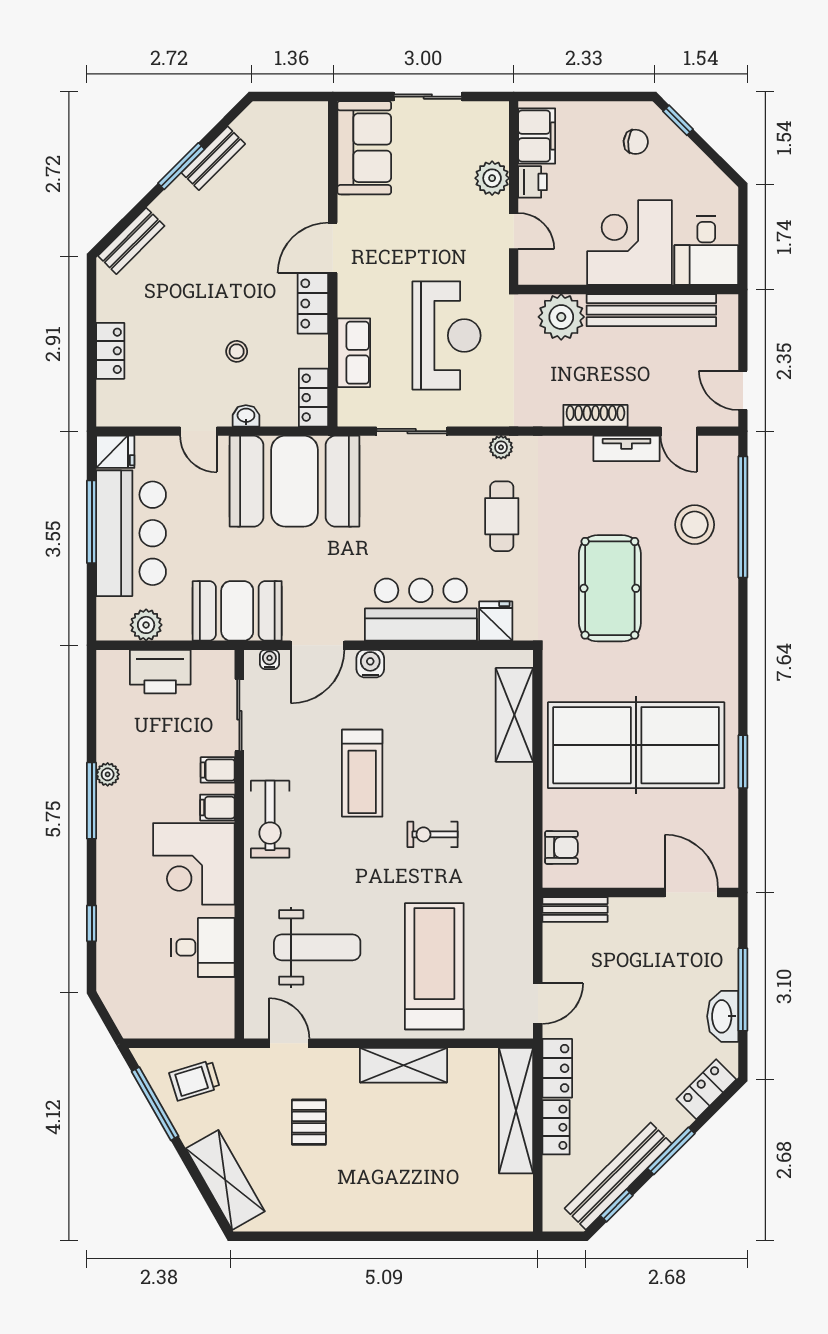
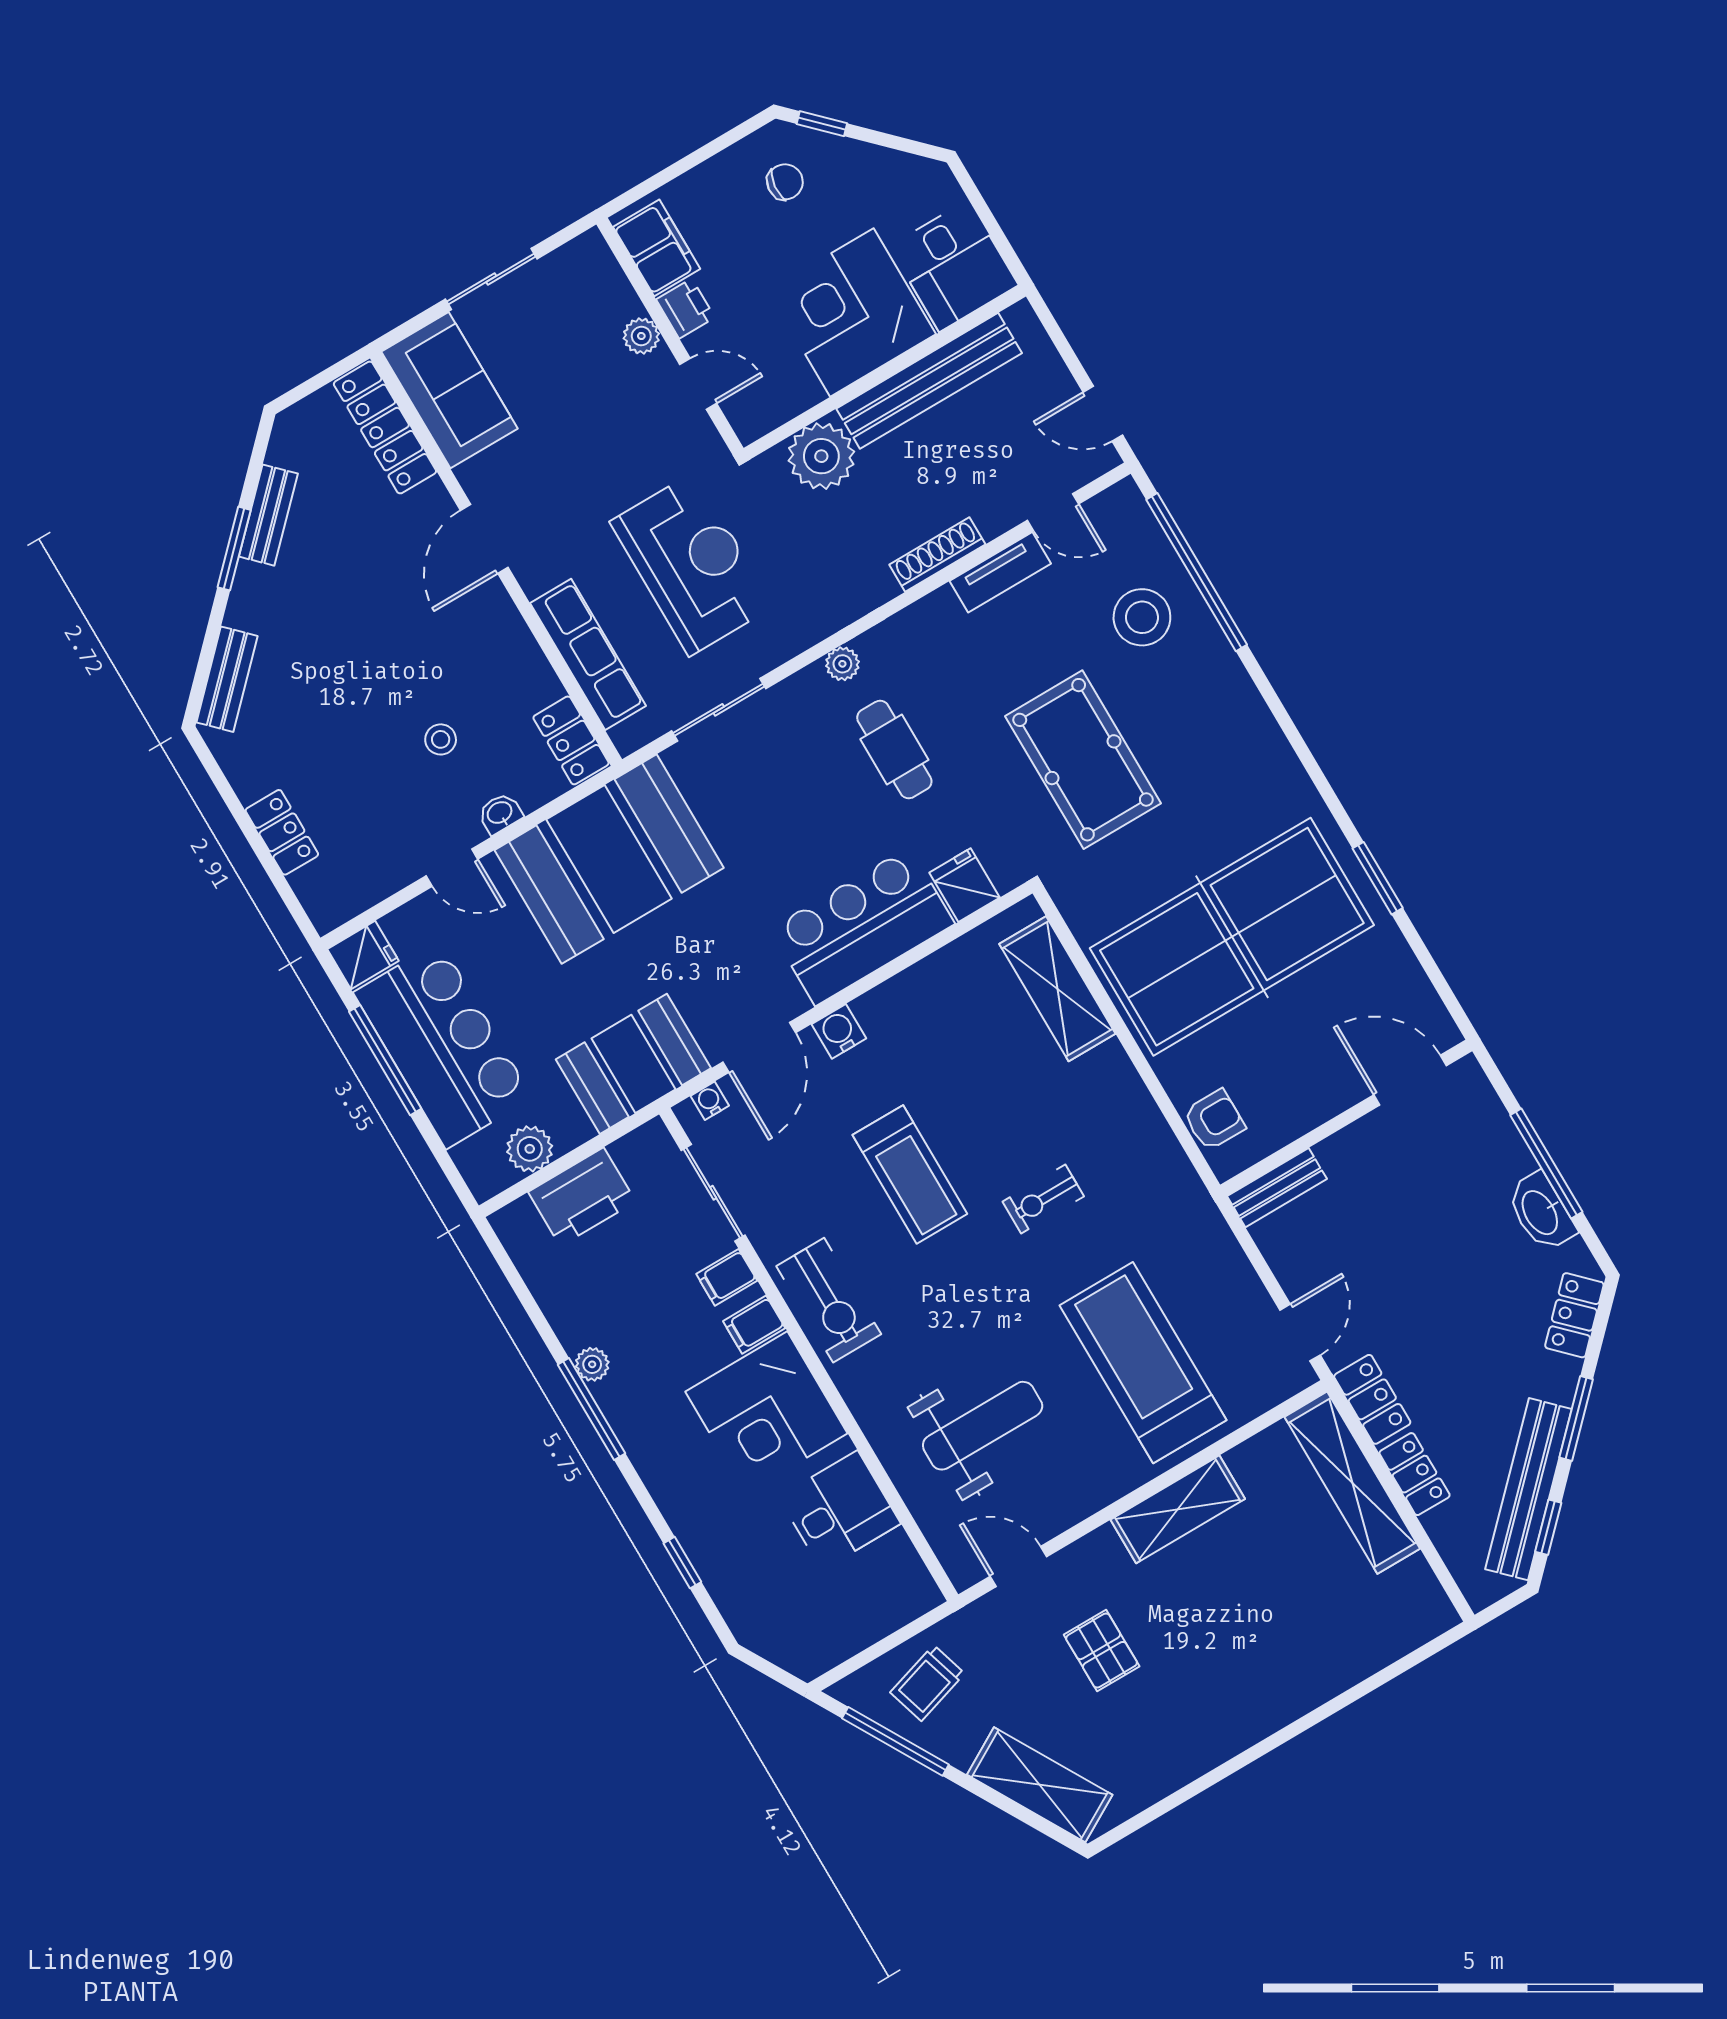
plant: (492, 178) -> (641, 336), width x0.73, depth x0.73
locker: (313, 303) -> (385, 427), moved, width x1.53
row of seats: (354, 353) -> (588, 654), width x1.48

